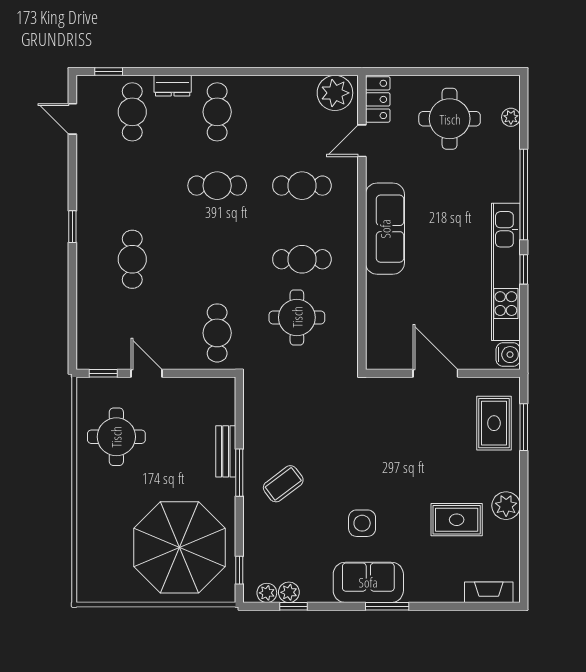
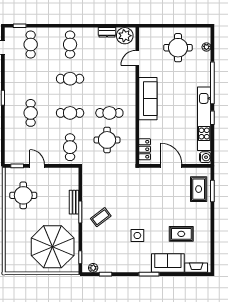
dresser: (173, 86) -> (107, 32), moved
locker: (378, 99) -> (145, 149), moved
cafe table: (302, 186) -> (70, 113), moved
plant: (506, 506) -> (204, 227), removed
sofa: (368, 582) -> (168, 263), moved
plant: (289, 592) -> (103, 268), removed

